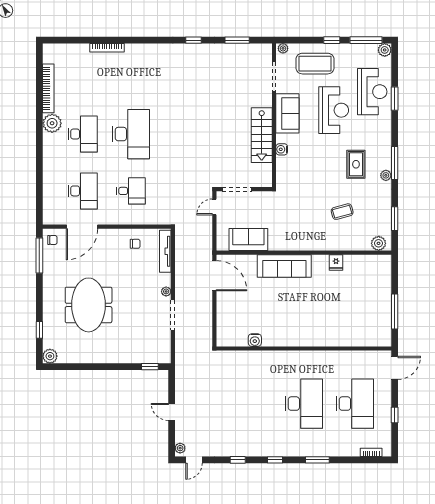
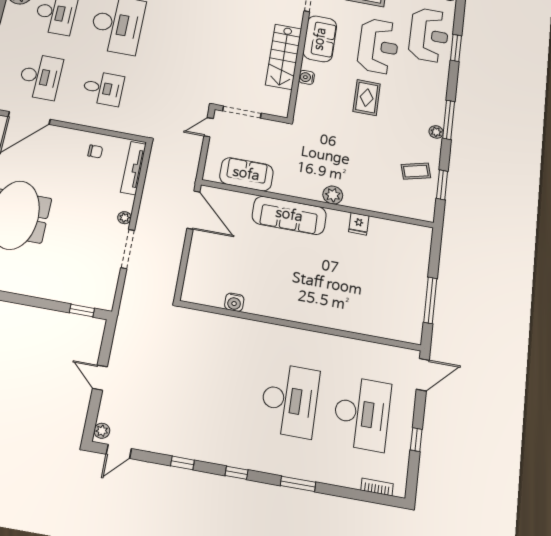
rug: (356, 164) -> (367, 98), moved
coffee table: (342, 212) -> (416, 171), moved
plant: (379, 243) -> (333, 195), moved

